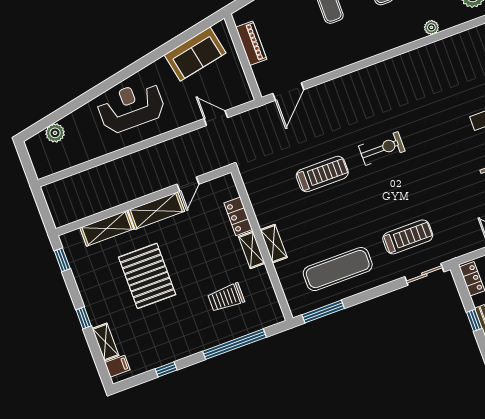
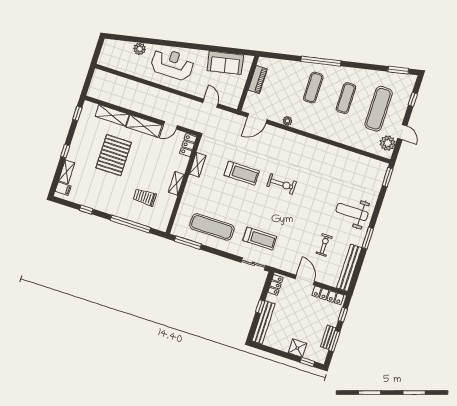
plant: (431, 27) -> (287, 121), moved
plant: (55, 133) -> (140, 49), moved
locker: (238, 216) -> (188, 145), moved
shelving: (274, 244) -> (198, 165), moved

